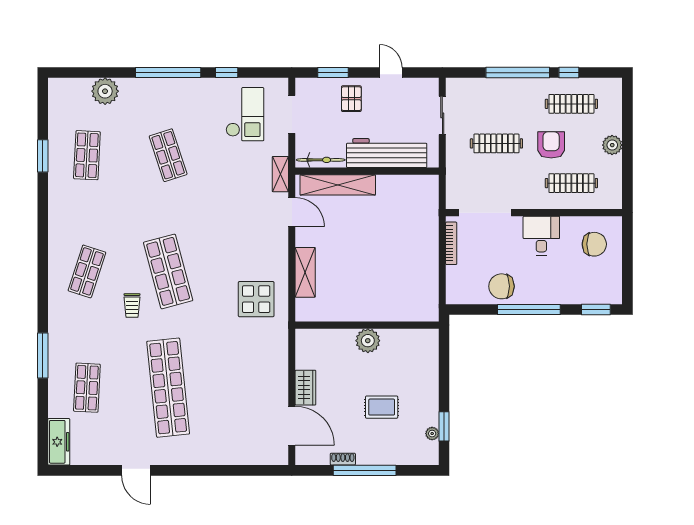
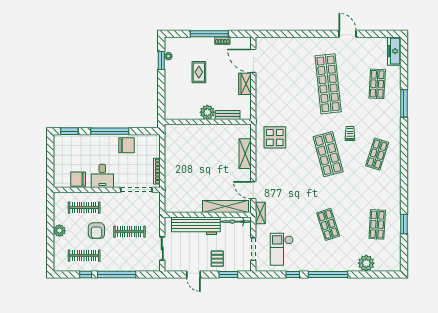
chair: (594, 244) -> (78, 179), moved
bench: (334, 336) -> (228, 115), added
rug: (382, 407) -> (199, 72), turned 90

